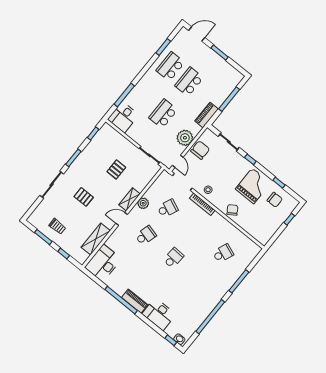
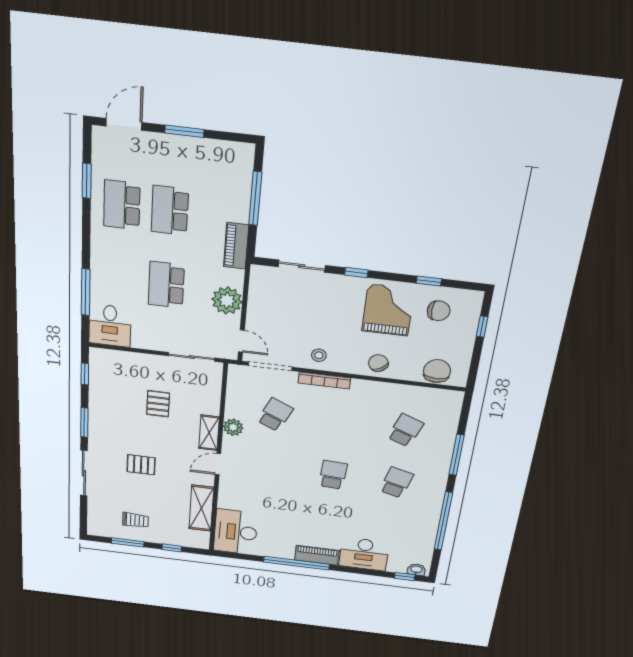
chair: (200, 150) -> (437, 371), moved
school desk: (146, 236) -> (396, 483), moved

